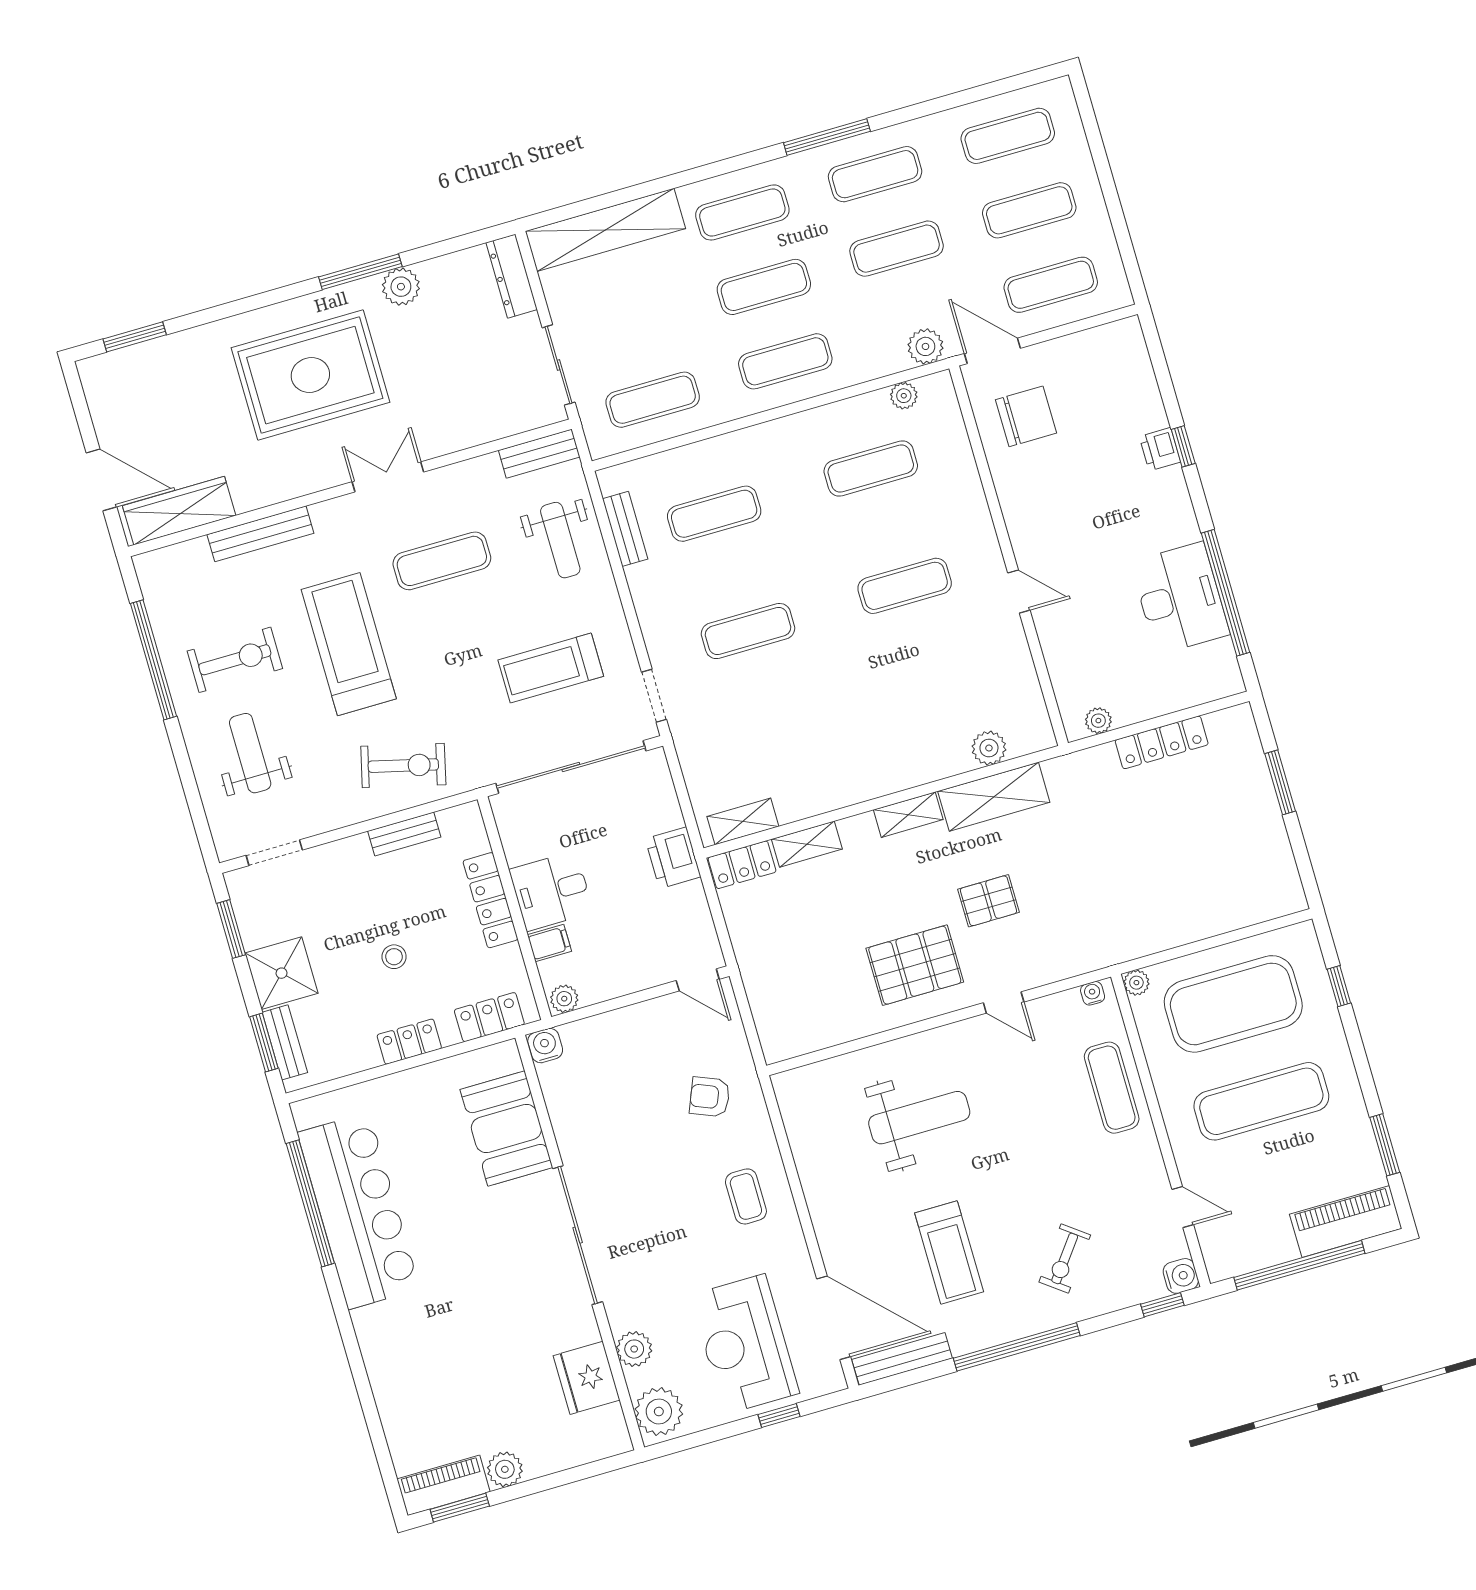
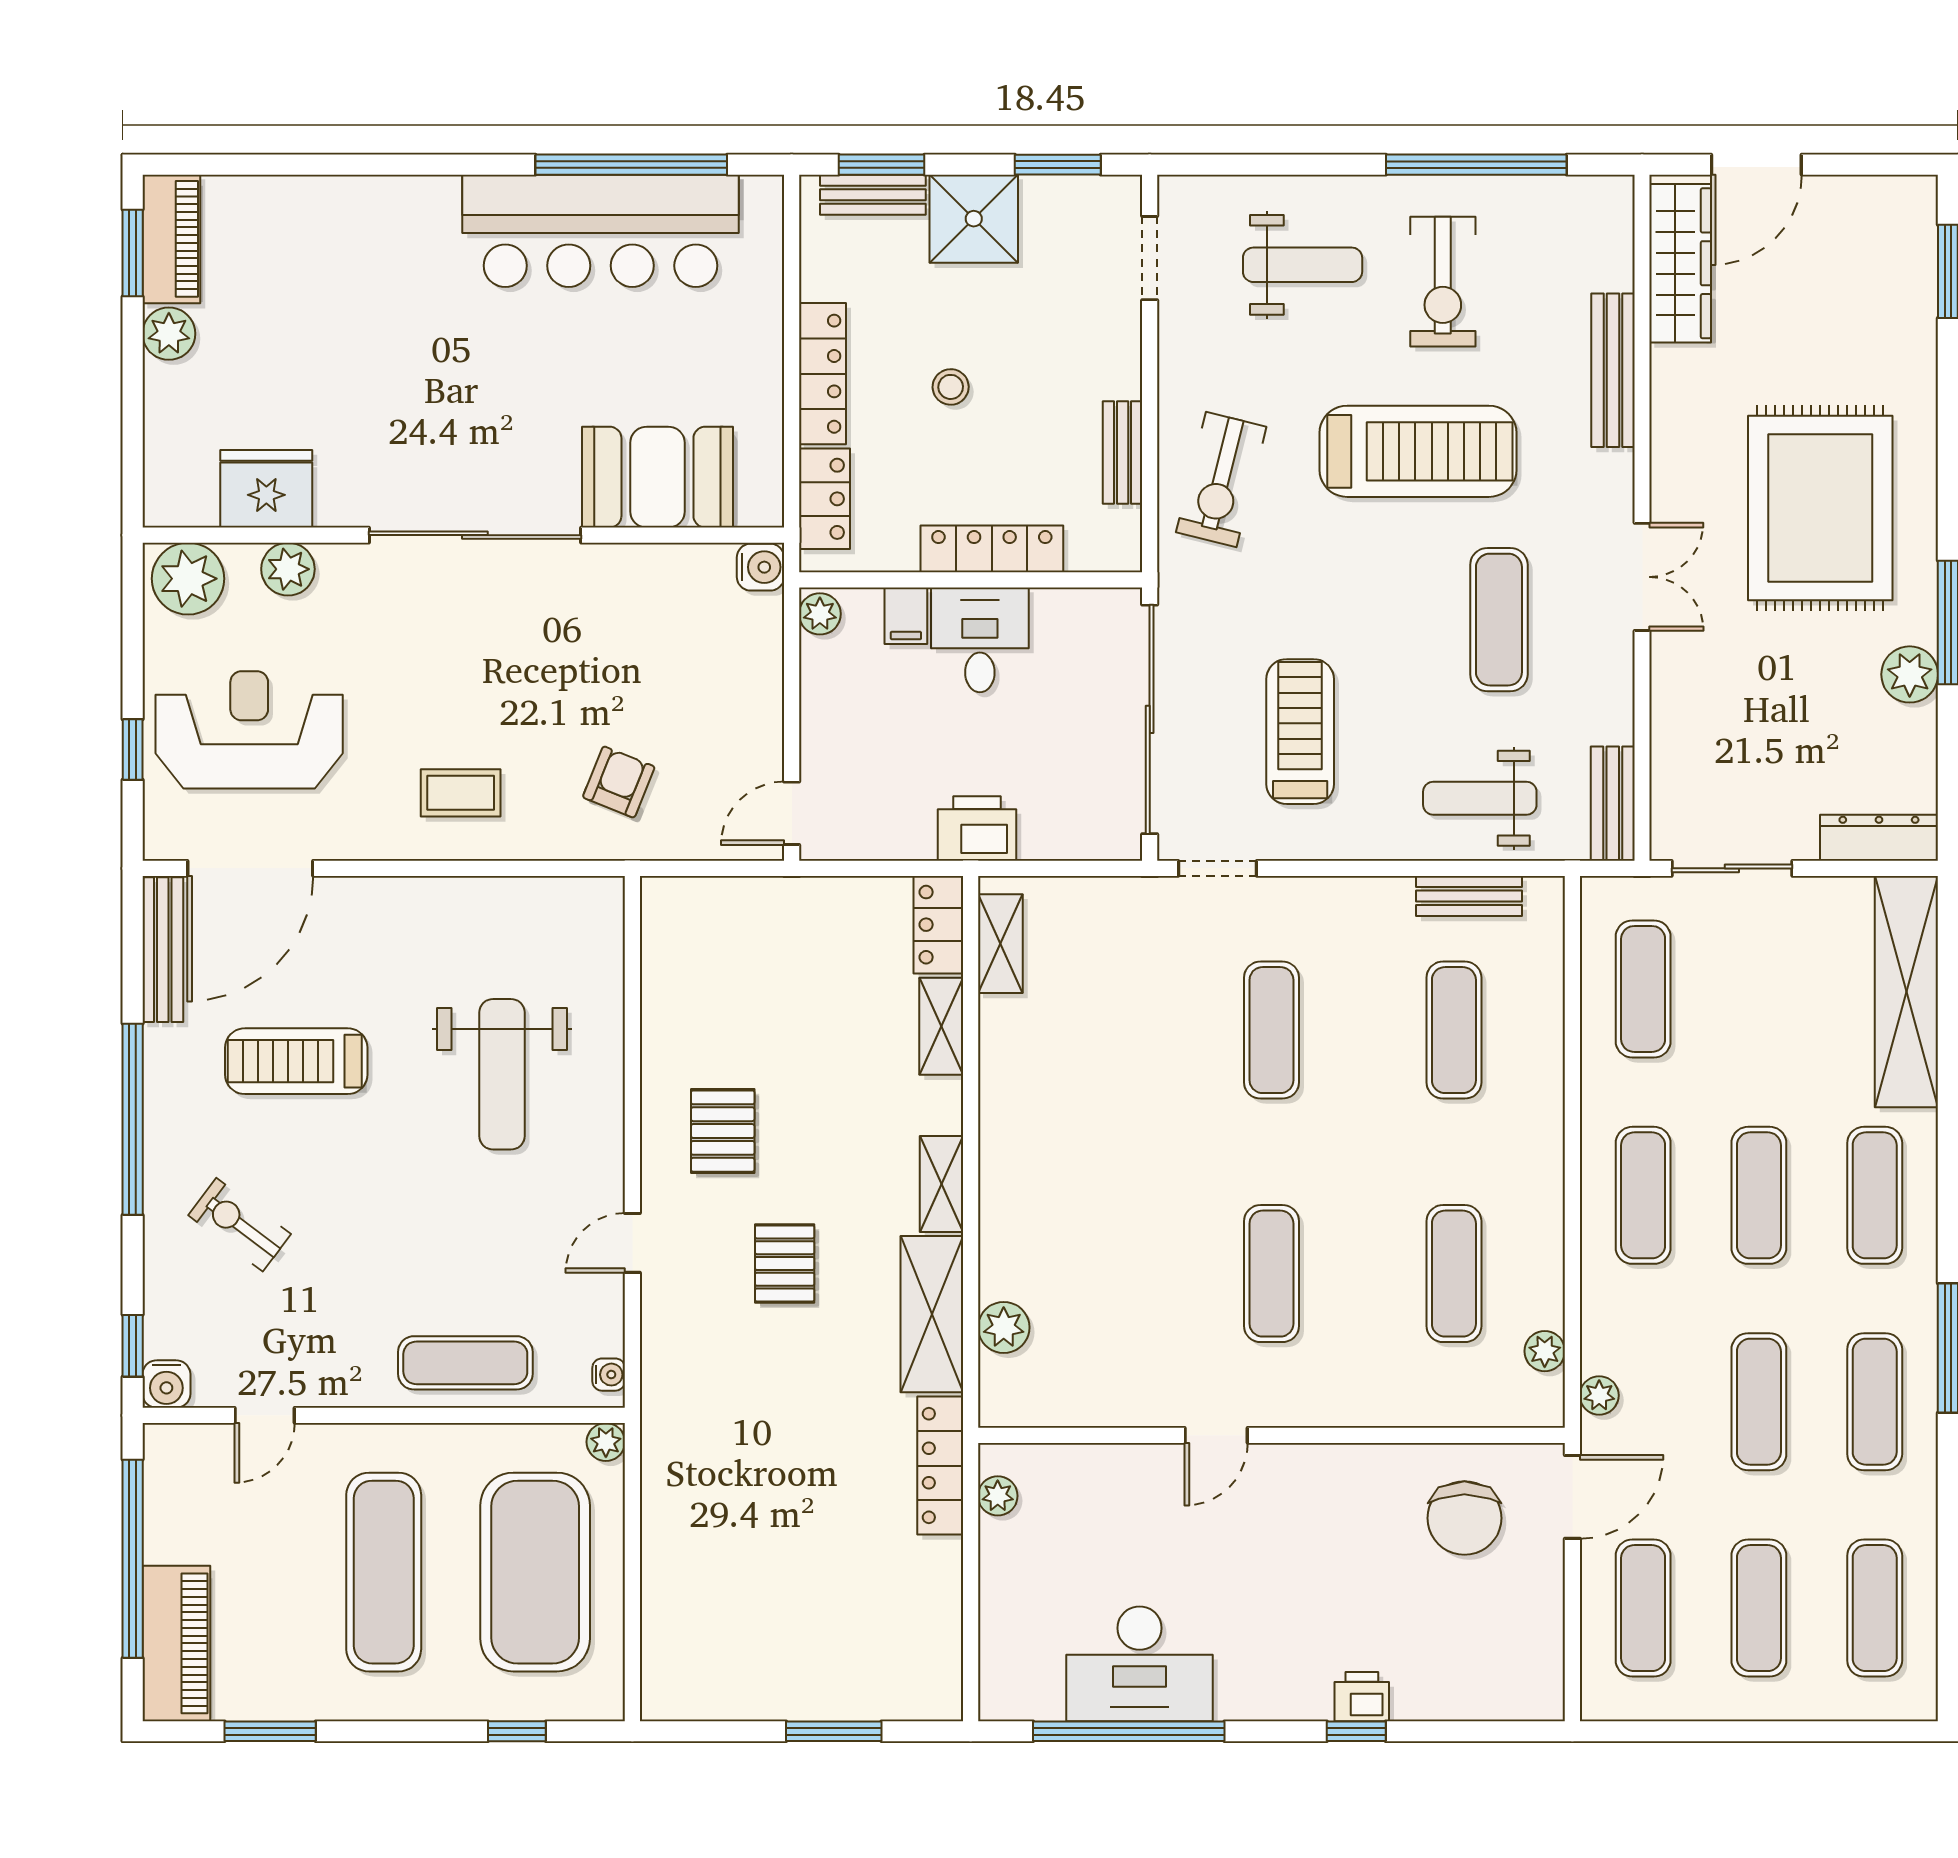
plant: (925, 346) -> (1599, 1395), width x0.73, depth x0.73
locker: (1162, 742) -> (940, 1466), moved
pallet: (915, 965) -> (723, 1131), width x0.67, depth x0.71
locker: (409, 1042) -> (822, 374), width x1.53

